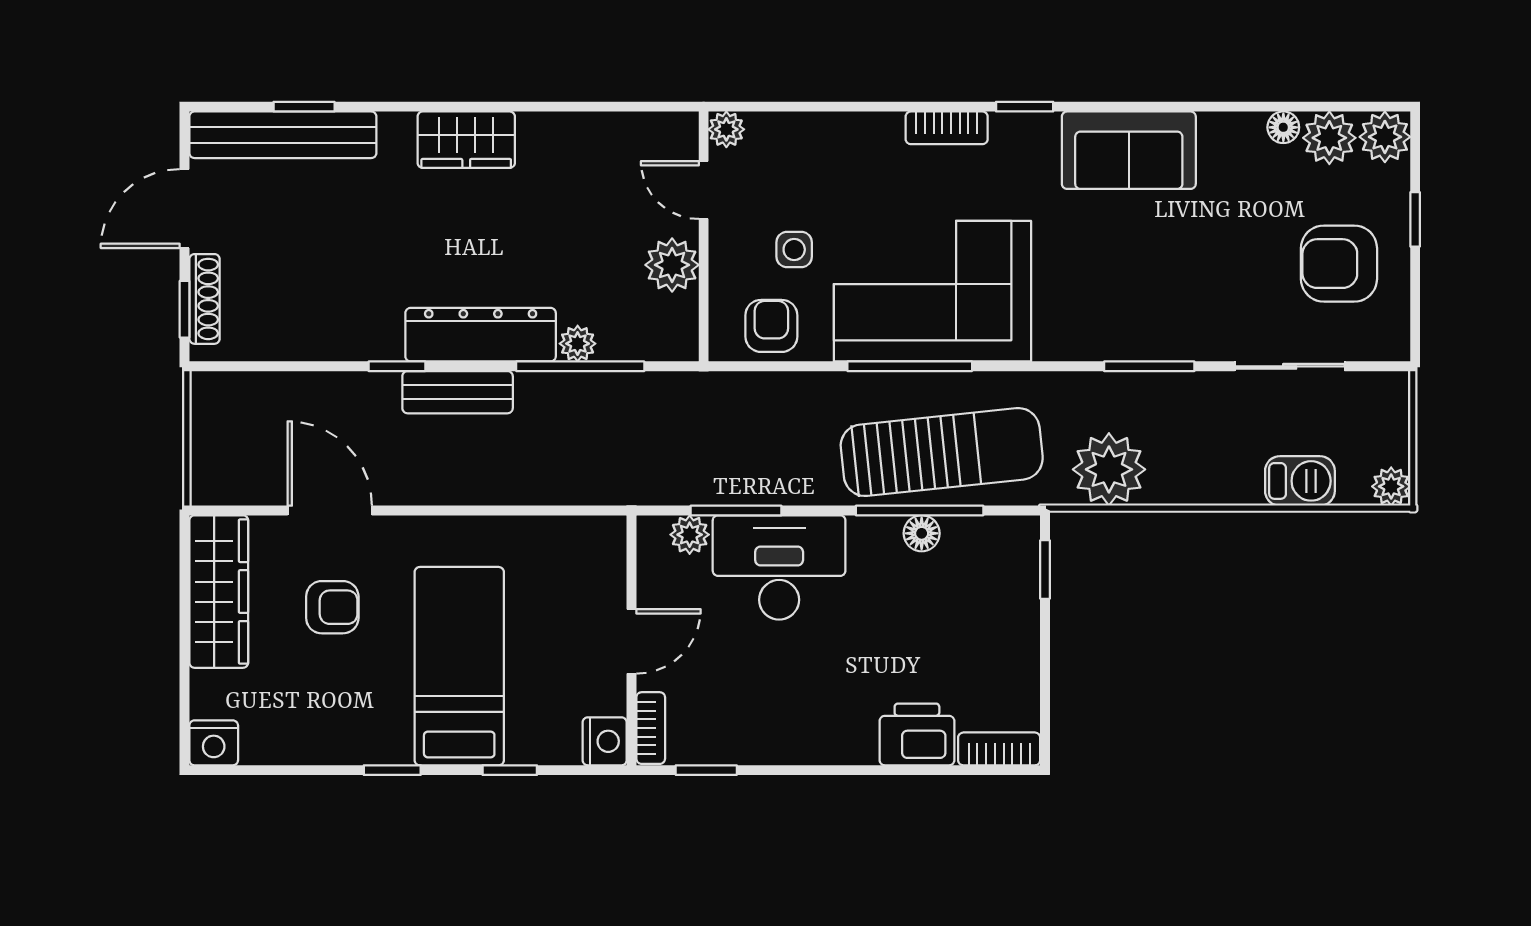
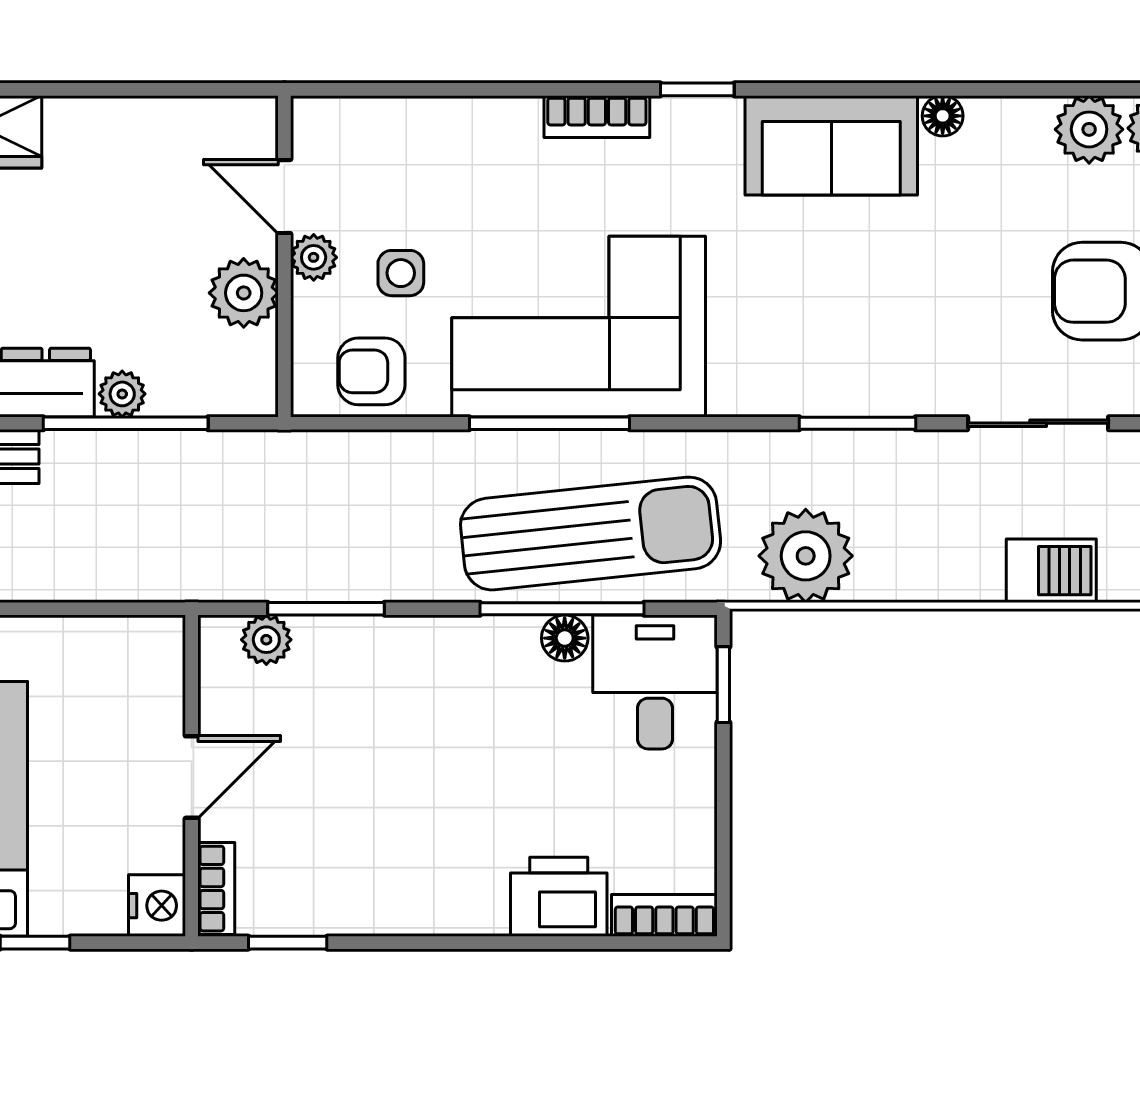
floor lamp: (1283, 127) -> (943, 116), moved
plant: (726, 129) -> (314, 257), moved
armchair: (771, 326) -> (371, 371), turned -90
desk: (779, 567) -> (655, 682), moved, width x0.73

